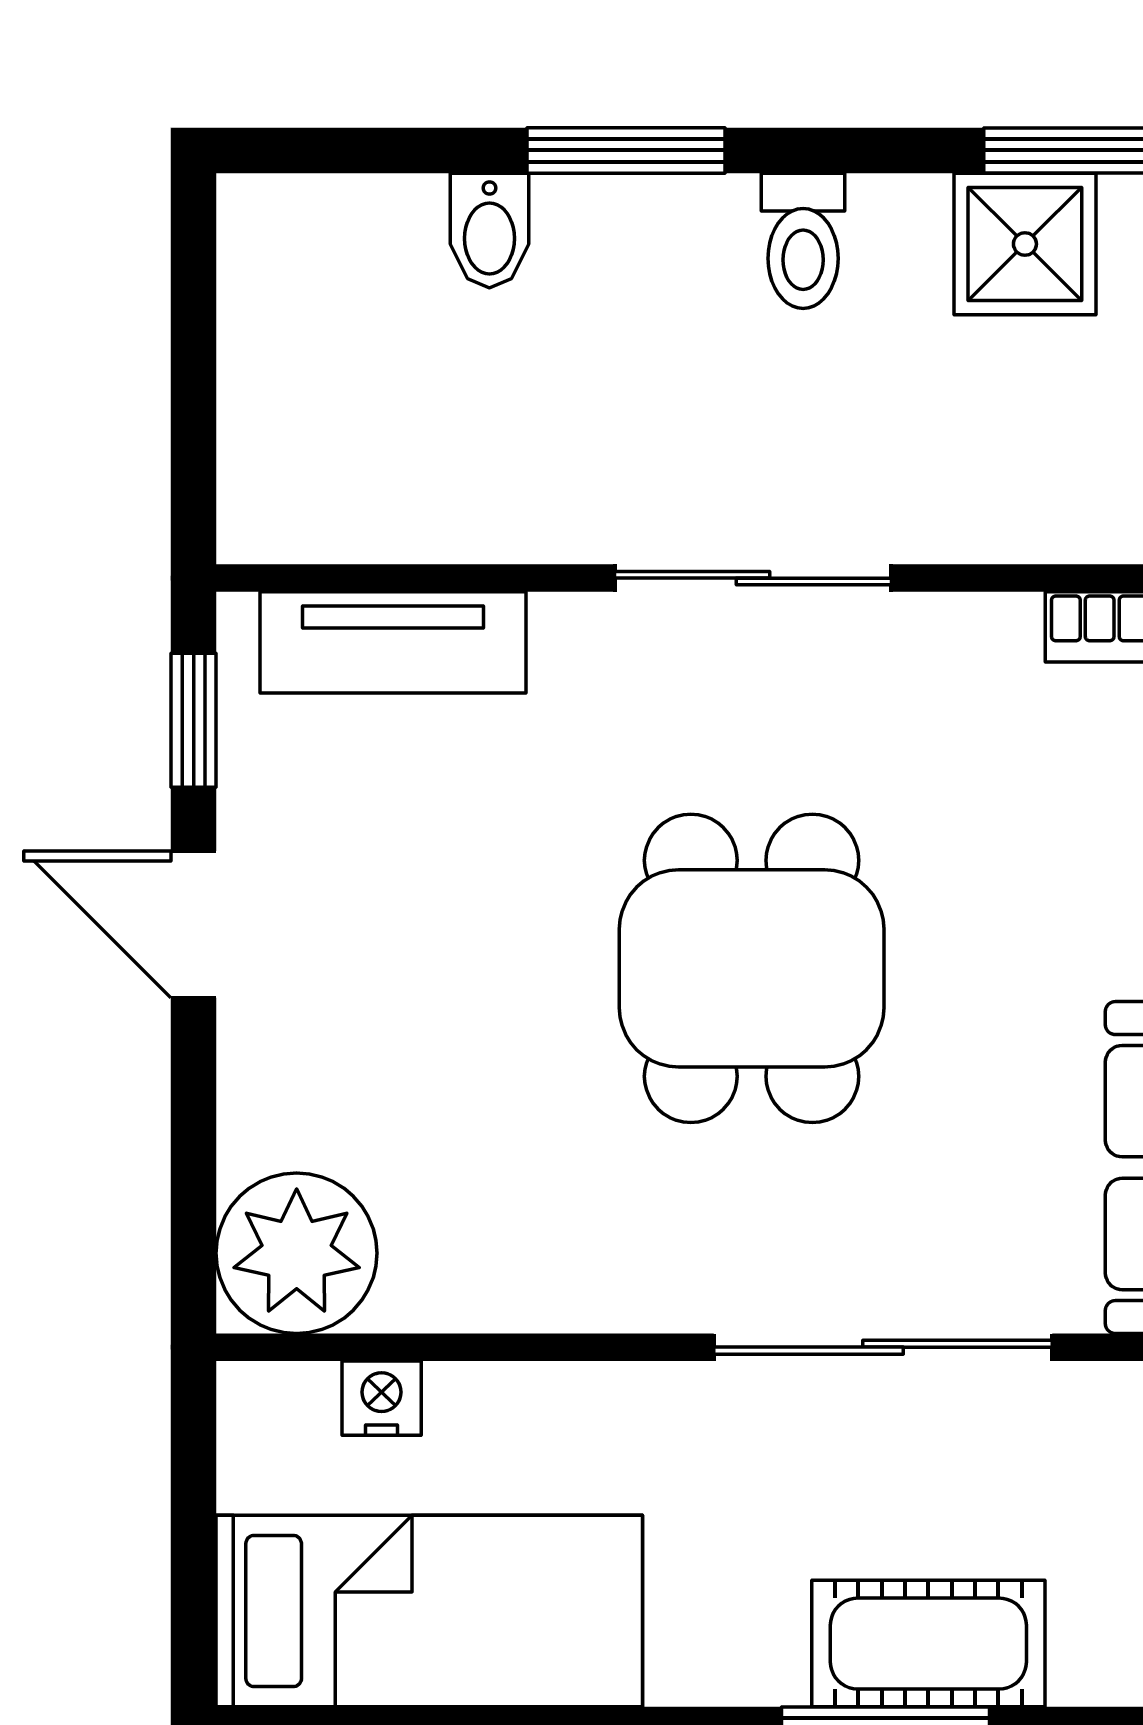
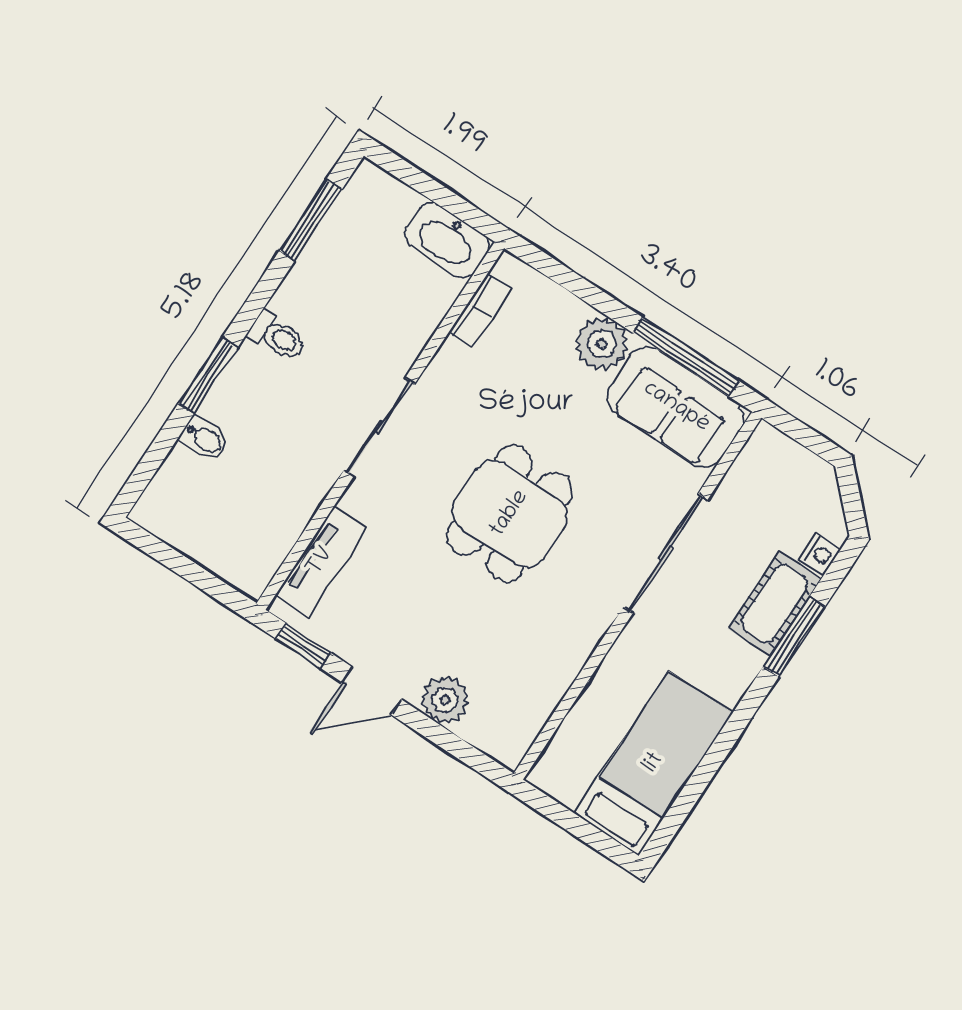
shower: (1025, 244) -> (328, 262), removed
dining table: (752, 968) -> (510, 514), turned 90
plant: (297, 1253) -> (445, 700), moved, width x0.73, depth x0.73
nightstand: (382, 1398) -> (820, 554), moved, turned 180

